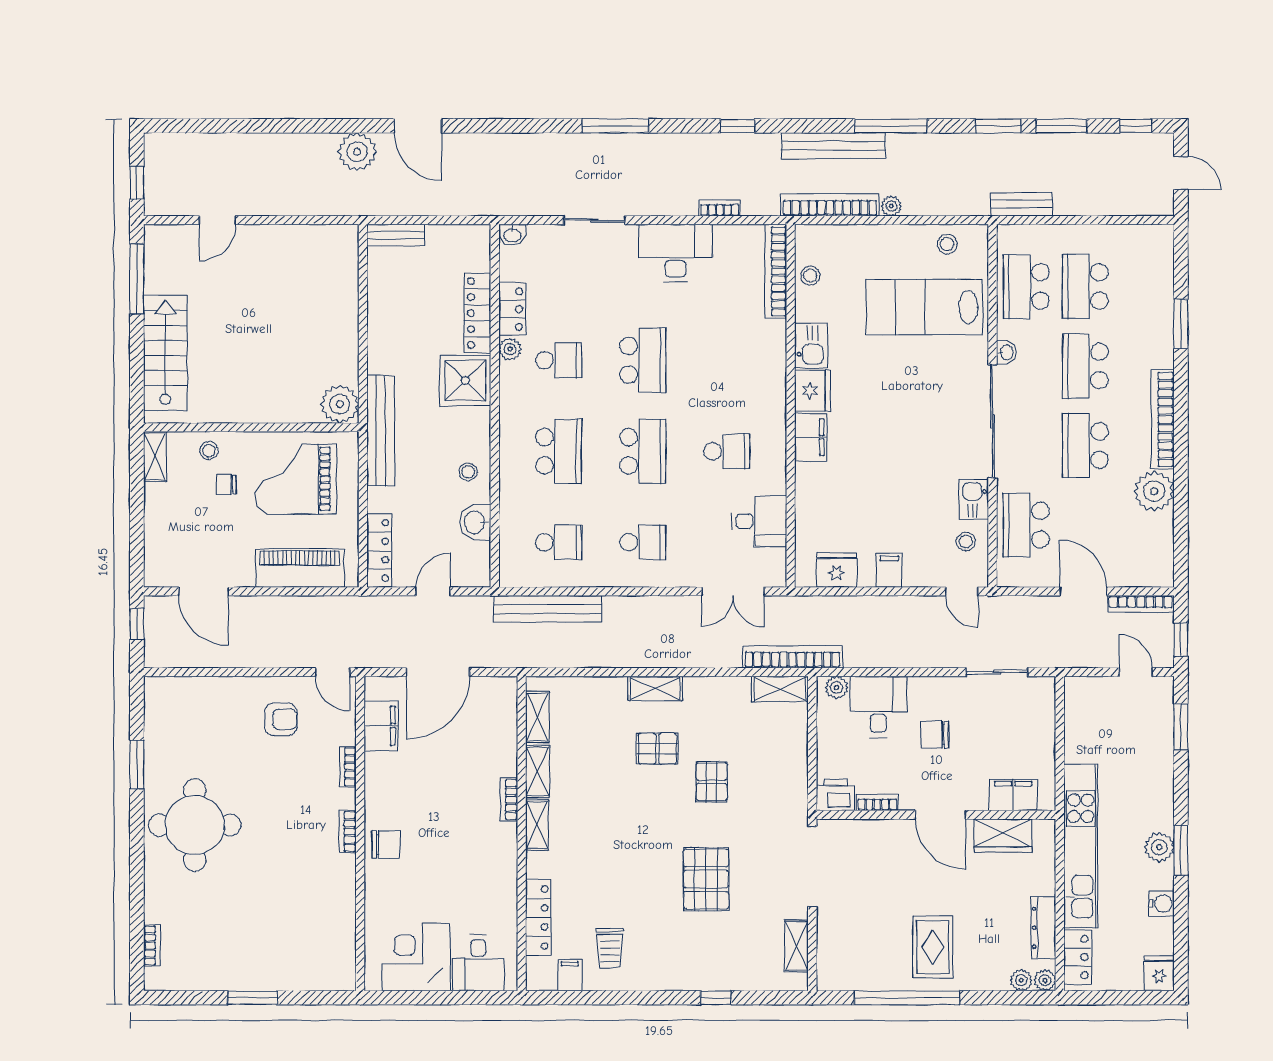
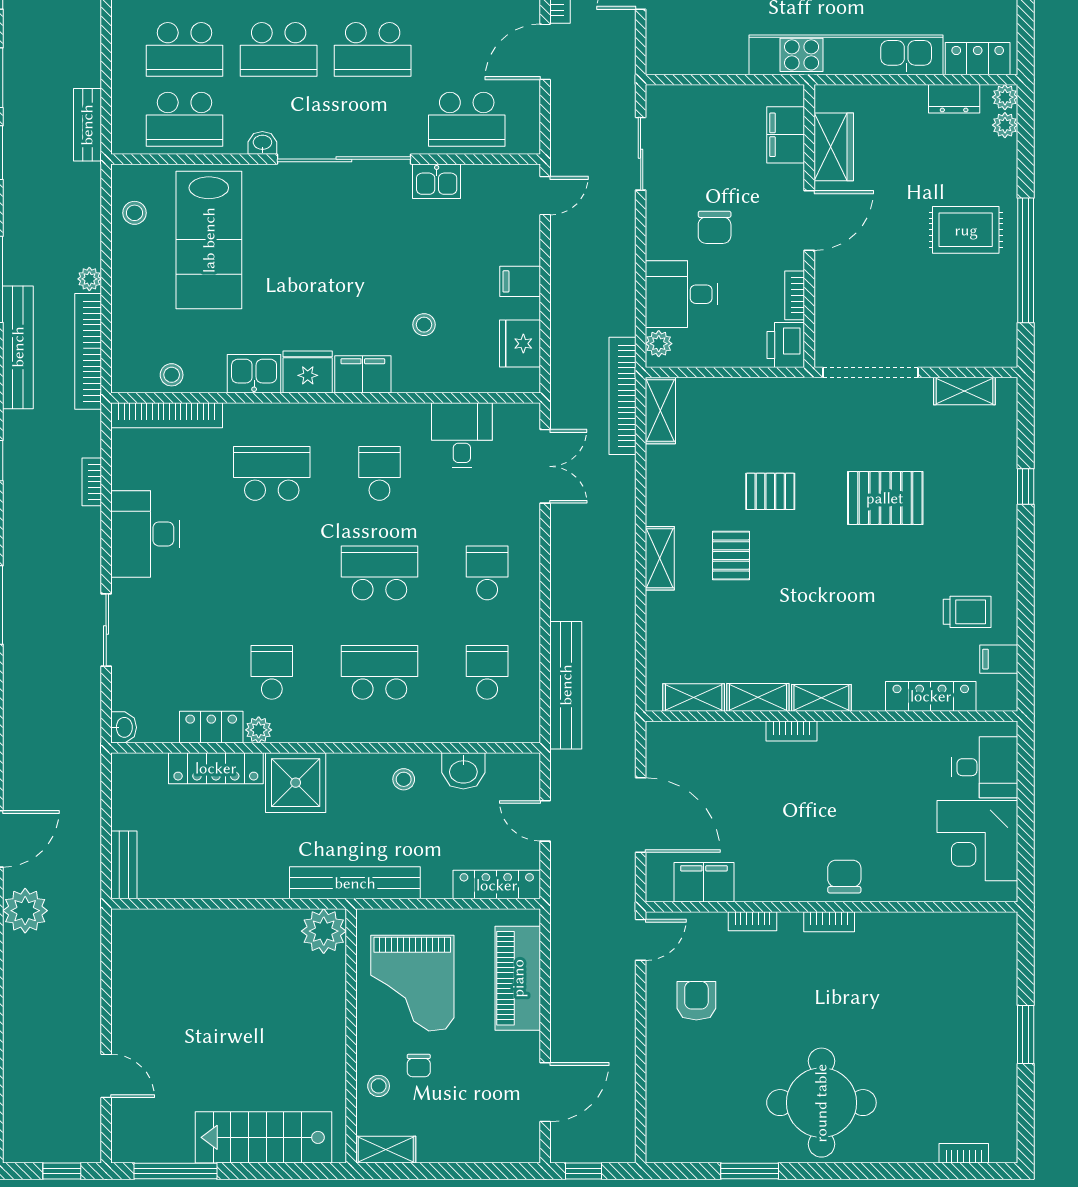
school desk: (643, 360) -> (272, 473), moved
stool: (966, 541) -> (424, 325), moved
dresser: (1044, 928) -> (954, 99), width x0.70

